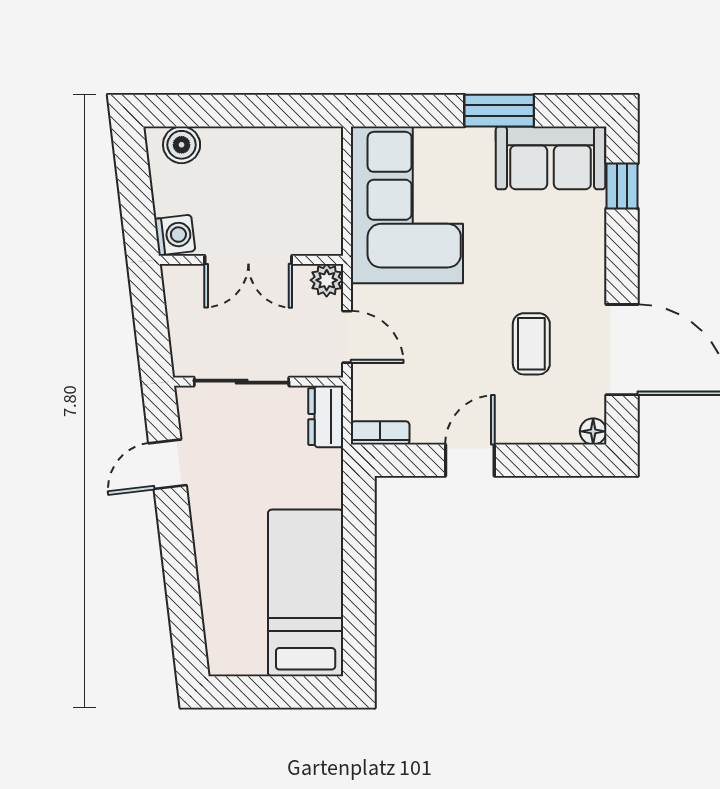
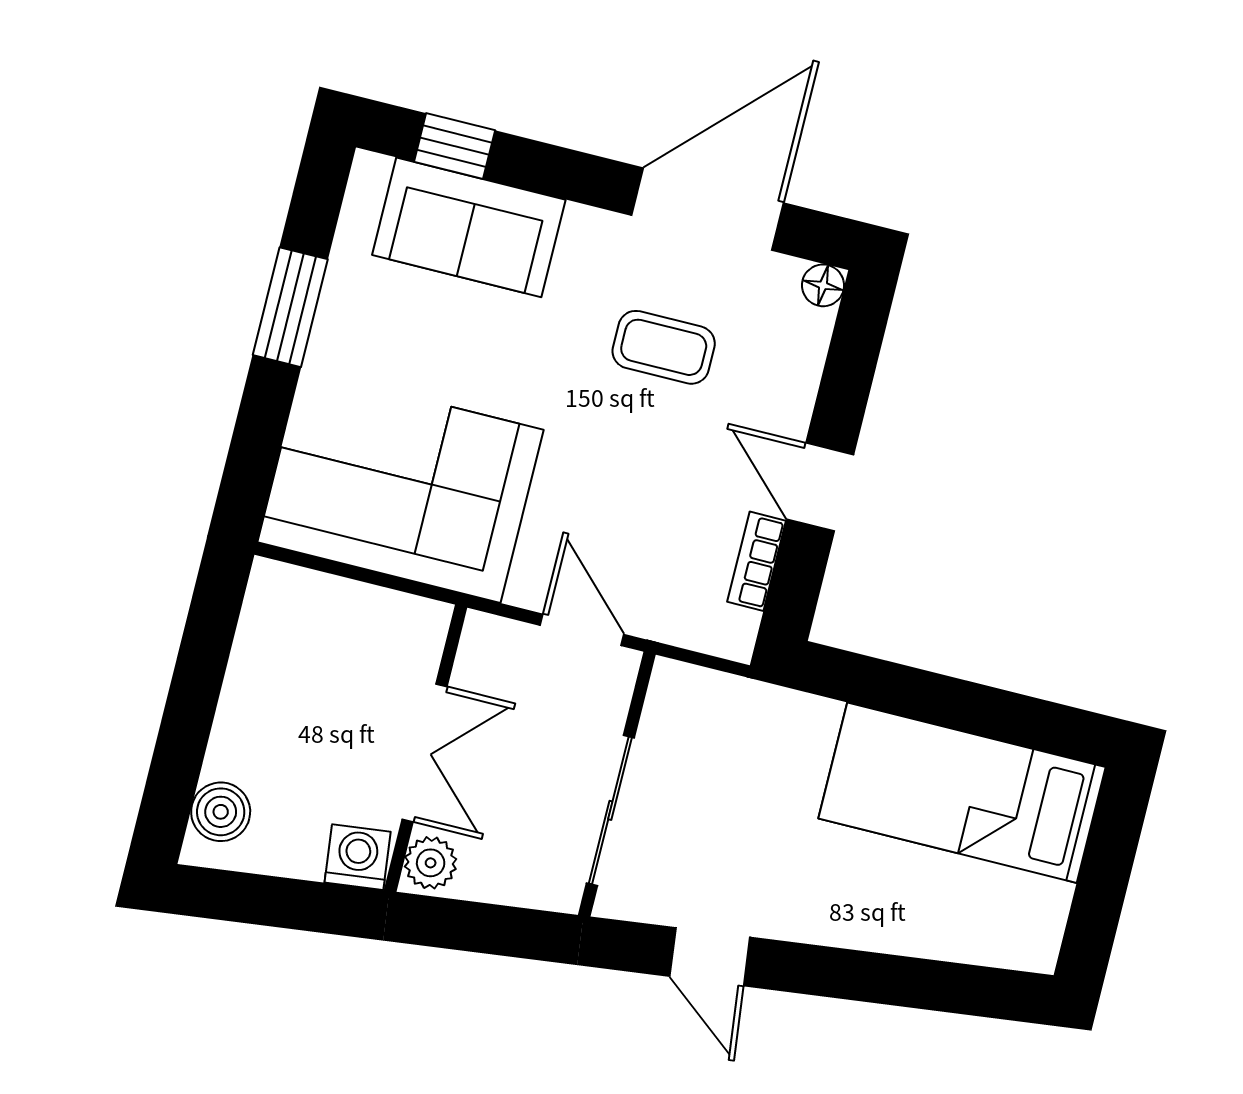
sofa: (551, 158) -> (469, 227), moved, turned 90
plant: (327, 280) -> (431, 863), moved
door: (347, 337) -> (582, 630), hinge flipped
dresser: (326, 417) -> (697, 694), removed
bookcase: (380, 433) -> (757, 561), moved

